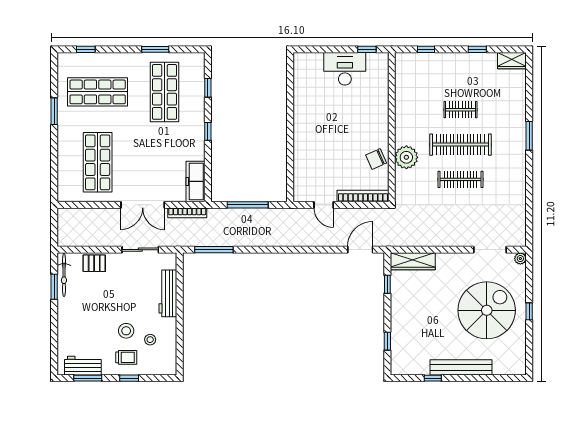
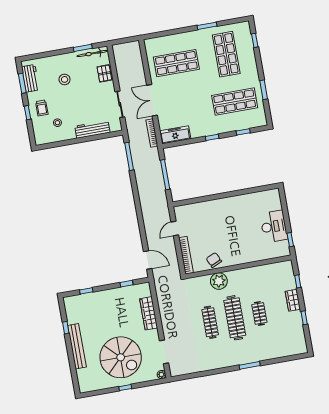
wardrobe: (512, 61) -> (293, 300), moved
wardrobe: (413, 261) -> (149, 313), moved
stool: (126, 331) -> (65, 79), moved

